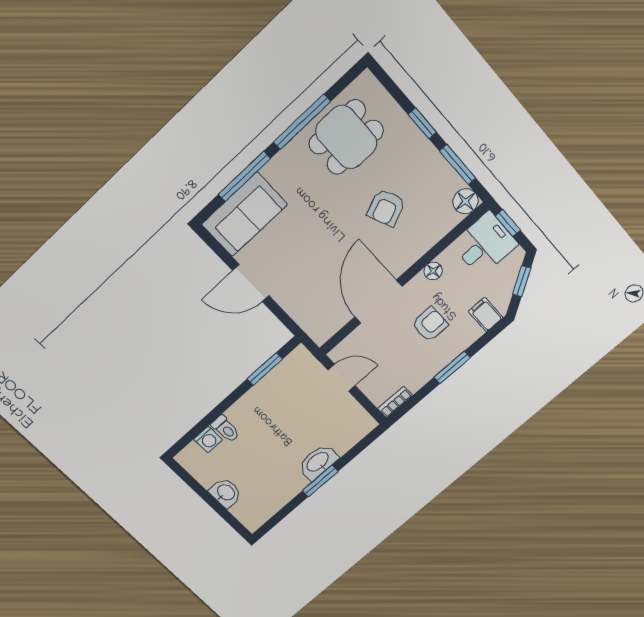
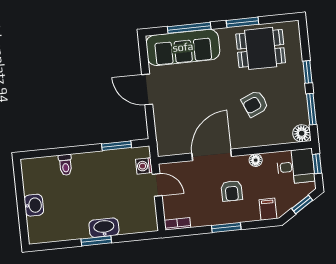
window: (302, 122) -> (242, 22), width x0.69
sofa: (245, 214) -> (183, 47), width x1.36
armchair: (430, 324) -> (232, 191), turned 90
washing machine: (208, 440) -> (144, 166), moved, turned 90

